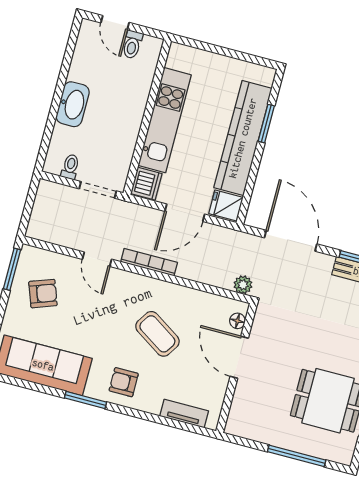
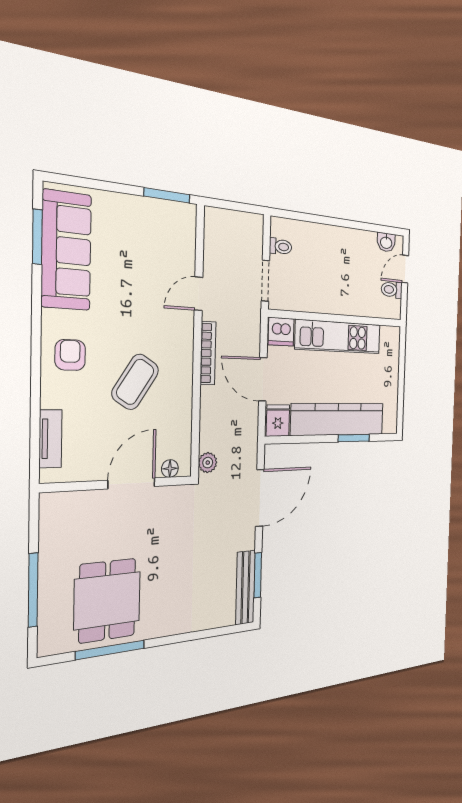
washbasin: (73, 104) -> (386, 242), moved, width x0.52, depth x0.69
armchair: (43, 294) -> (149, 237), removed
window: (85, 400) -> (37, 237), moved

